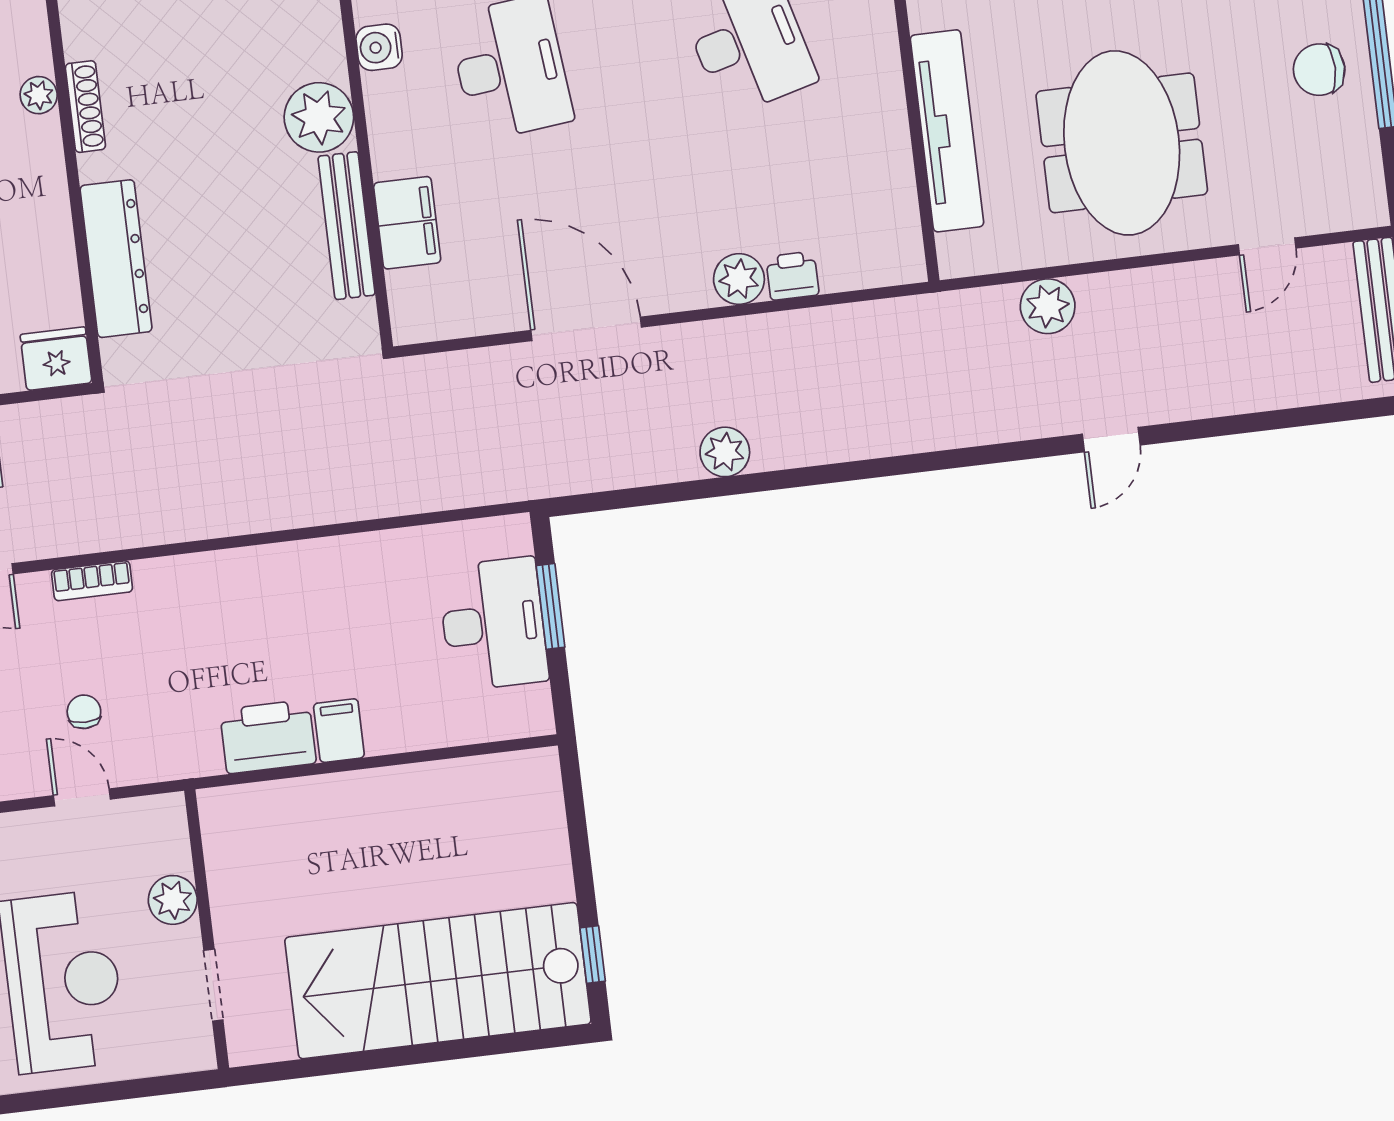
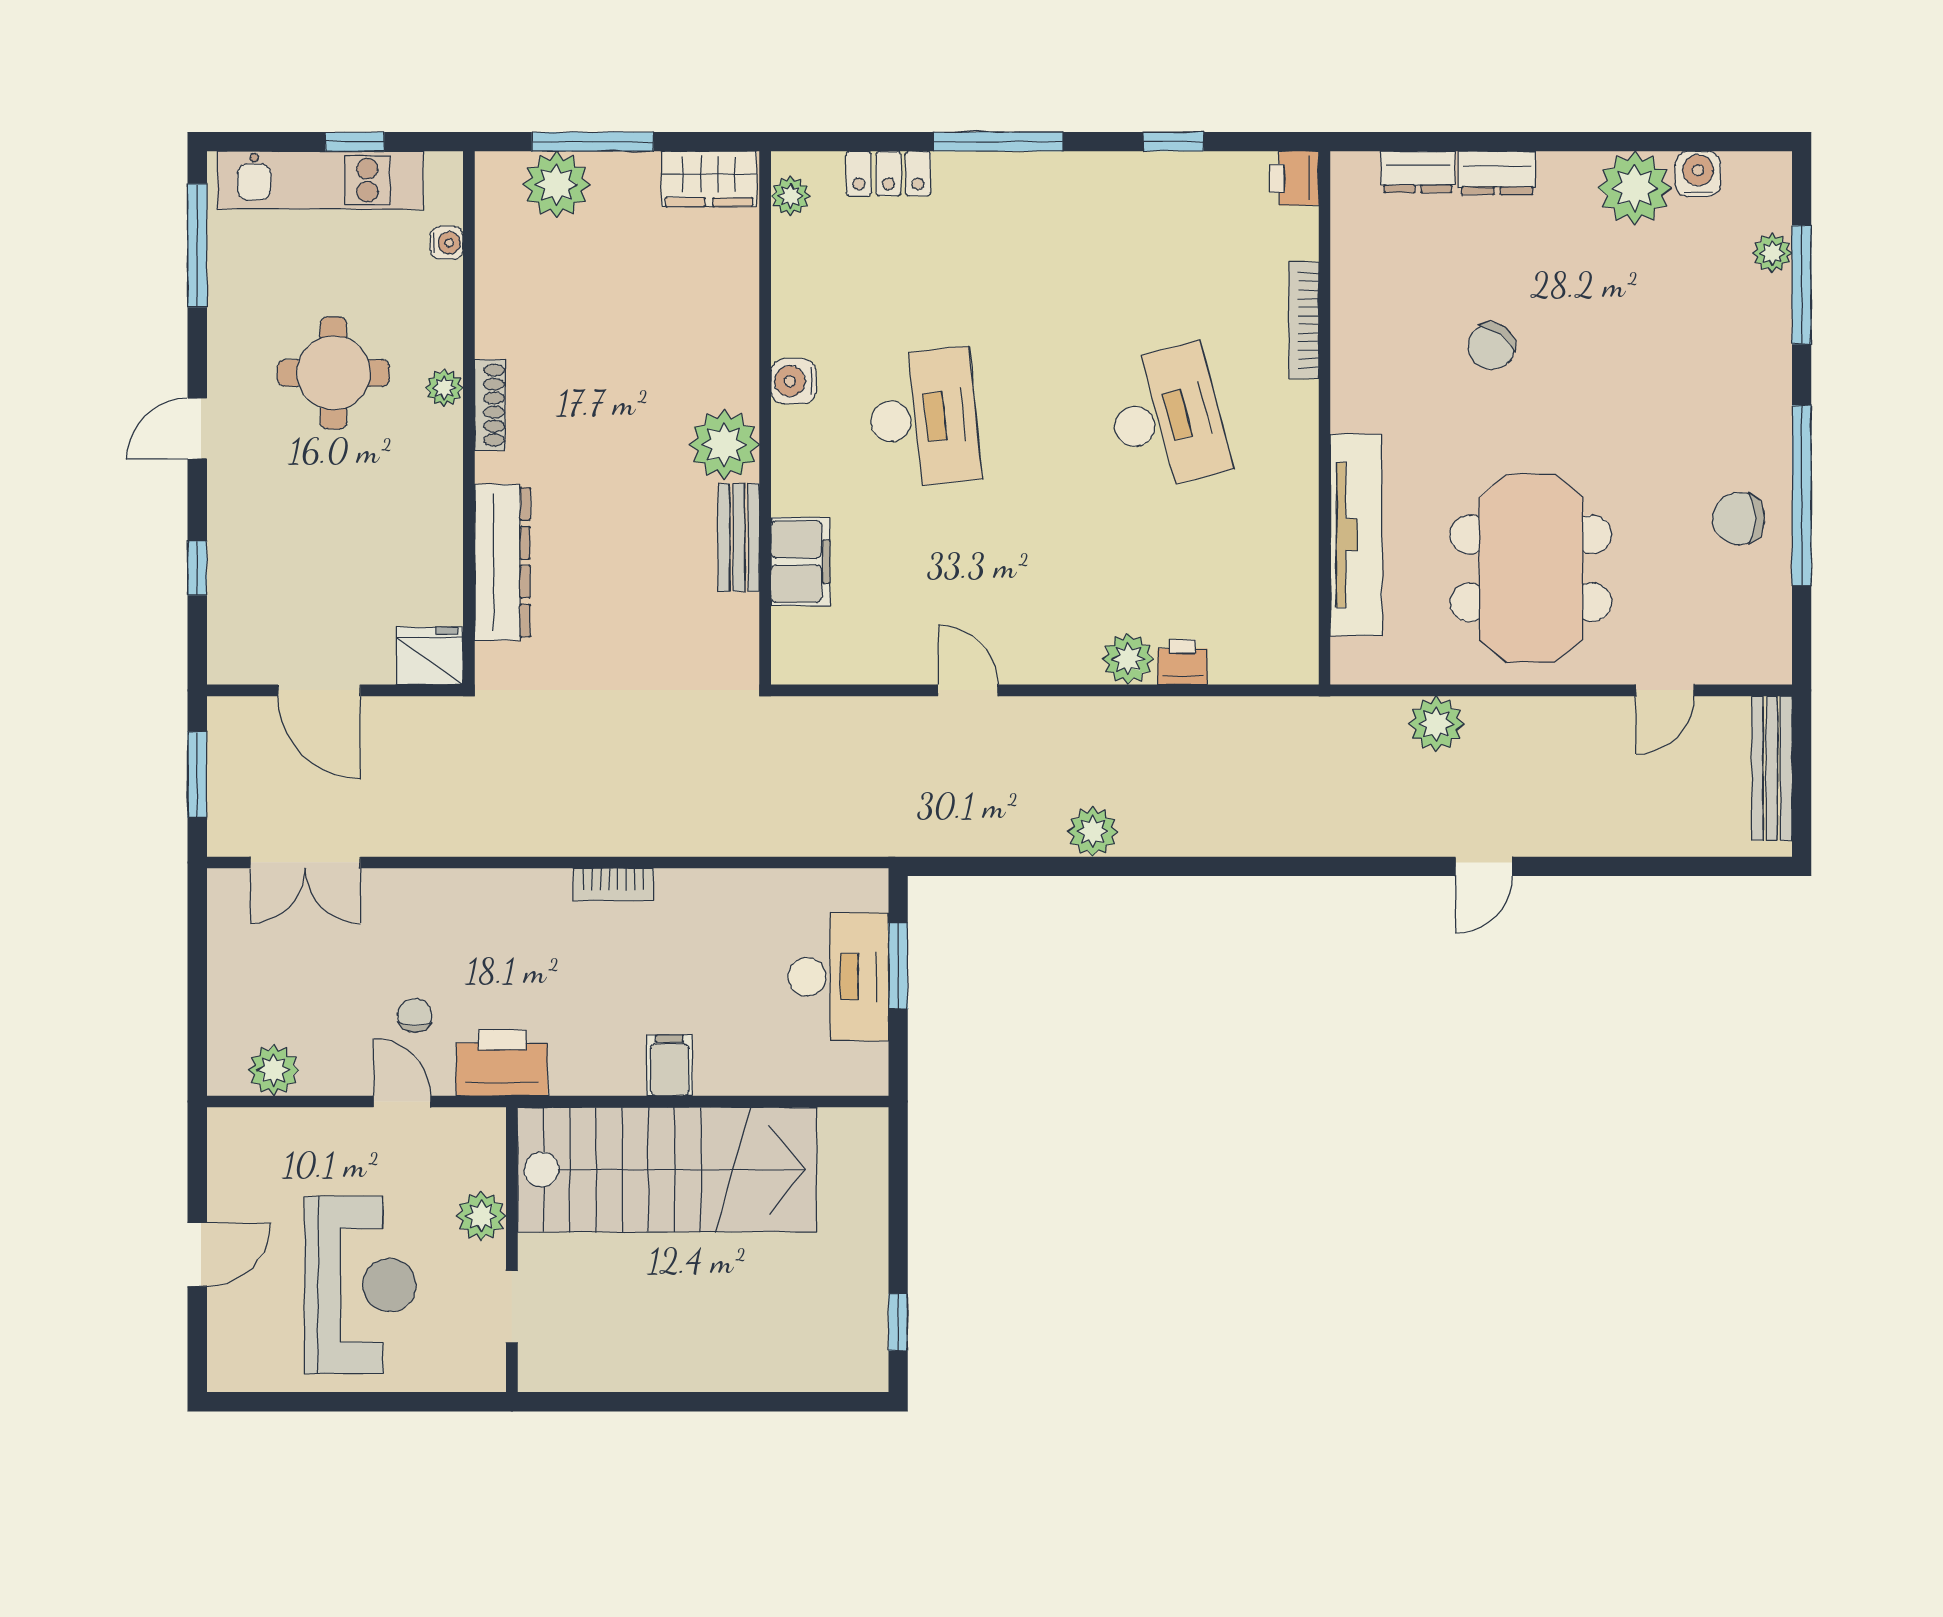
bench: (347, 226) -> (739, 538), width x0.73
door: (586, 329) -> (968, 690), width x0.53
bookcase: (92, 581) -> (613, 884), moved
printer: (268, 737) -> (502, 1063), moved
stairs: (438, 981) -> (667, 1170), moved, turned 180

